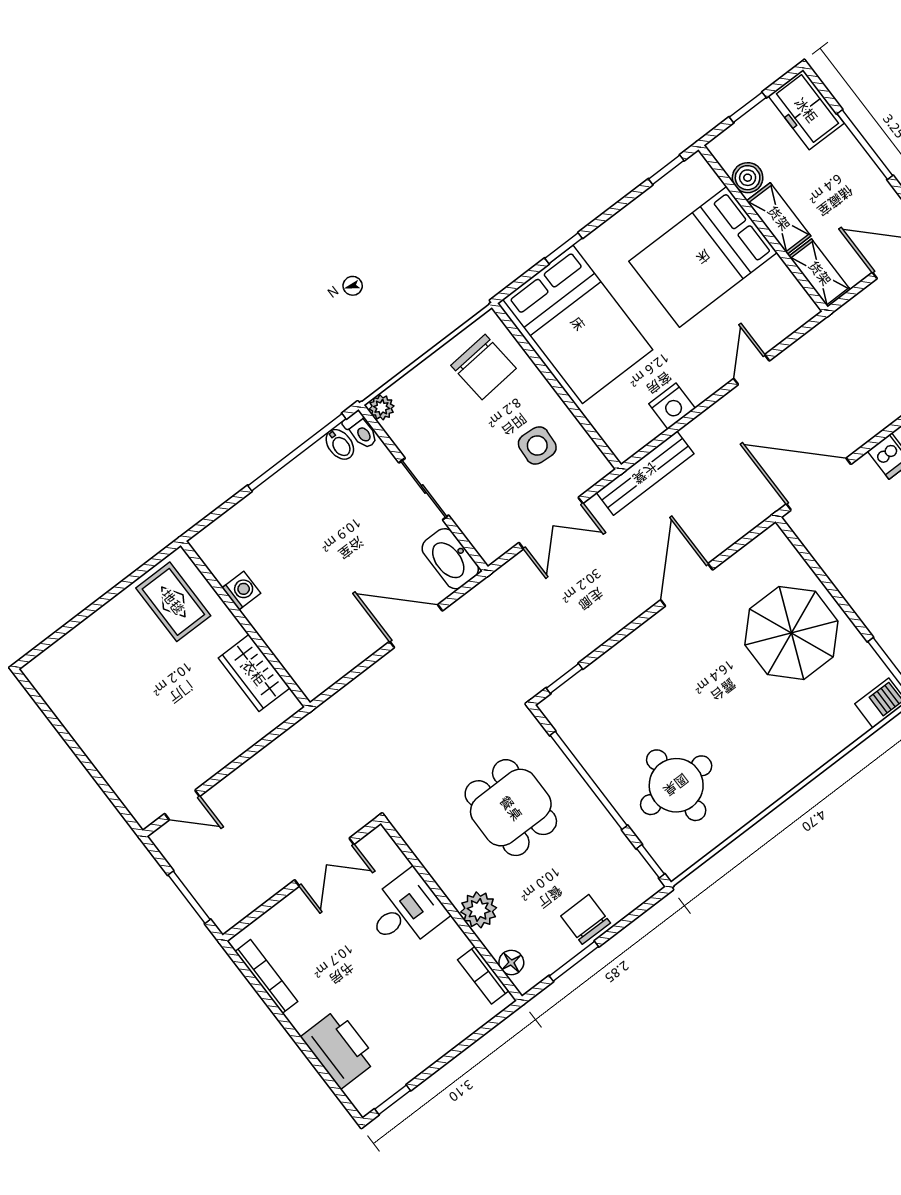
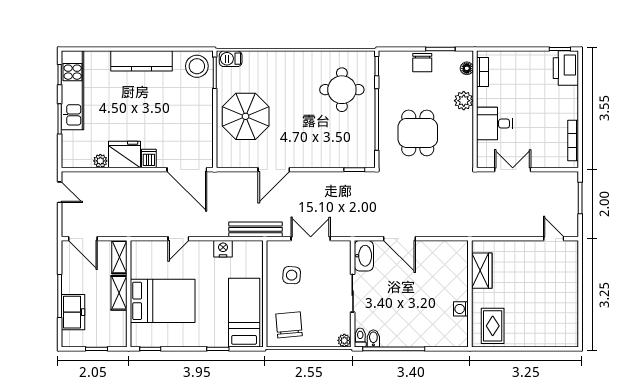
freezer: (806, 110) -> (73, 312), moved
boiler: (748, 178) -> (119, 320), removed
bed: (578, 324) -> (244, 313), width x0.67
printer: (339, 1049) -> (566, 68), moved

